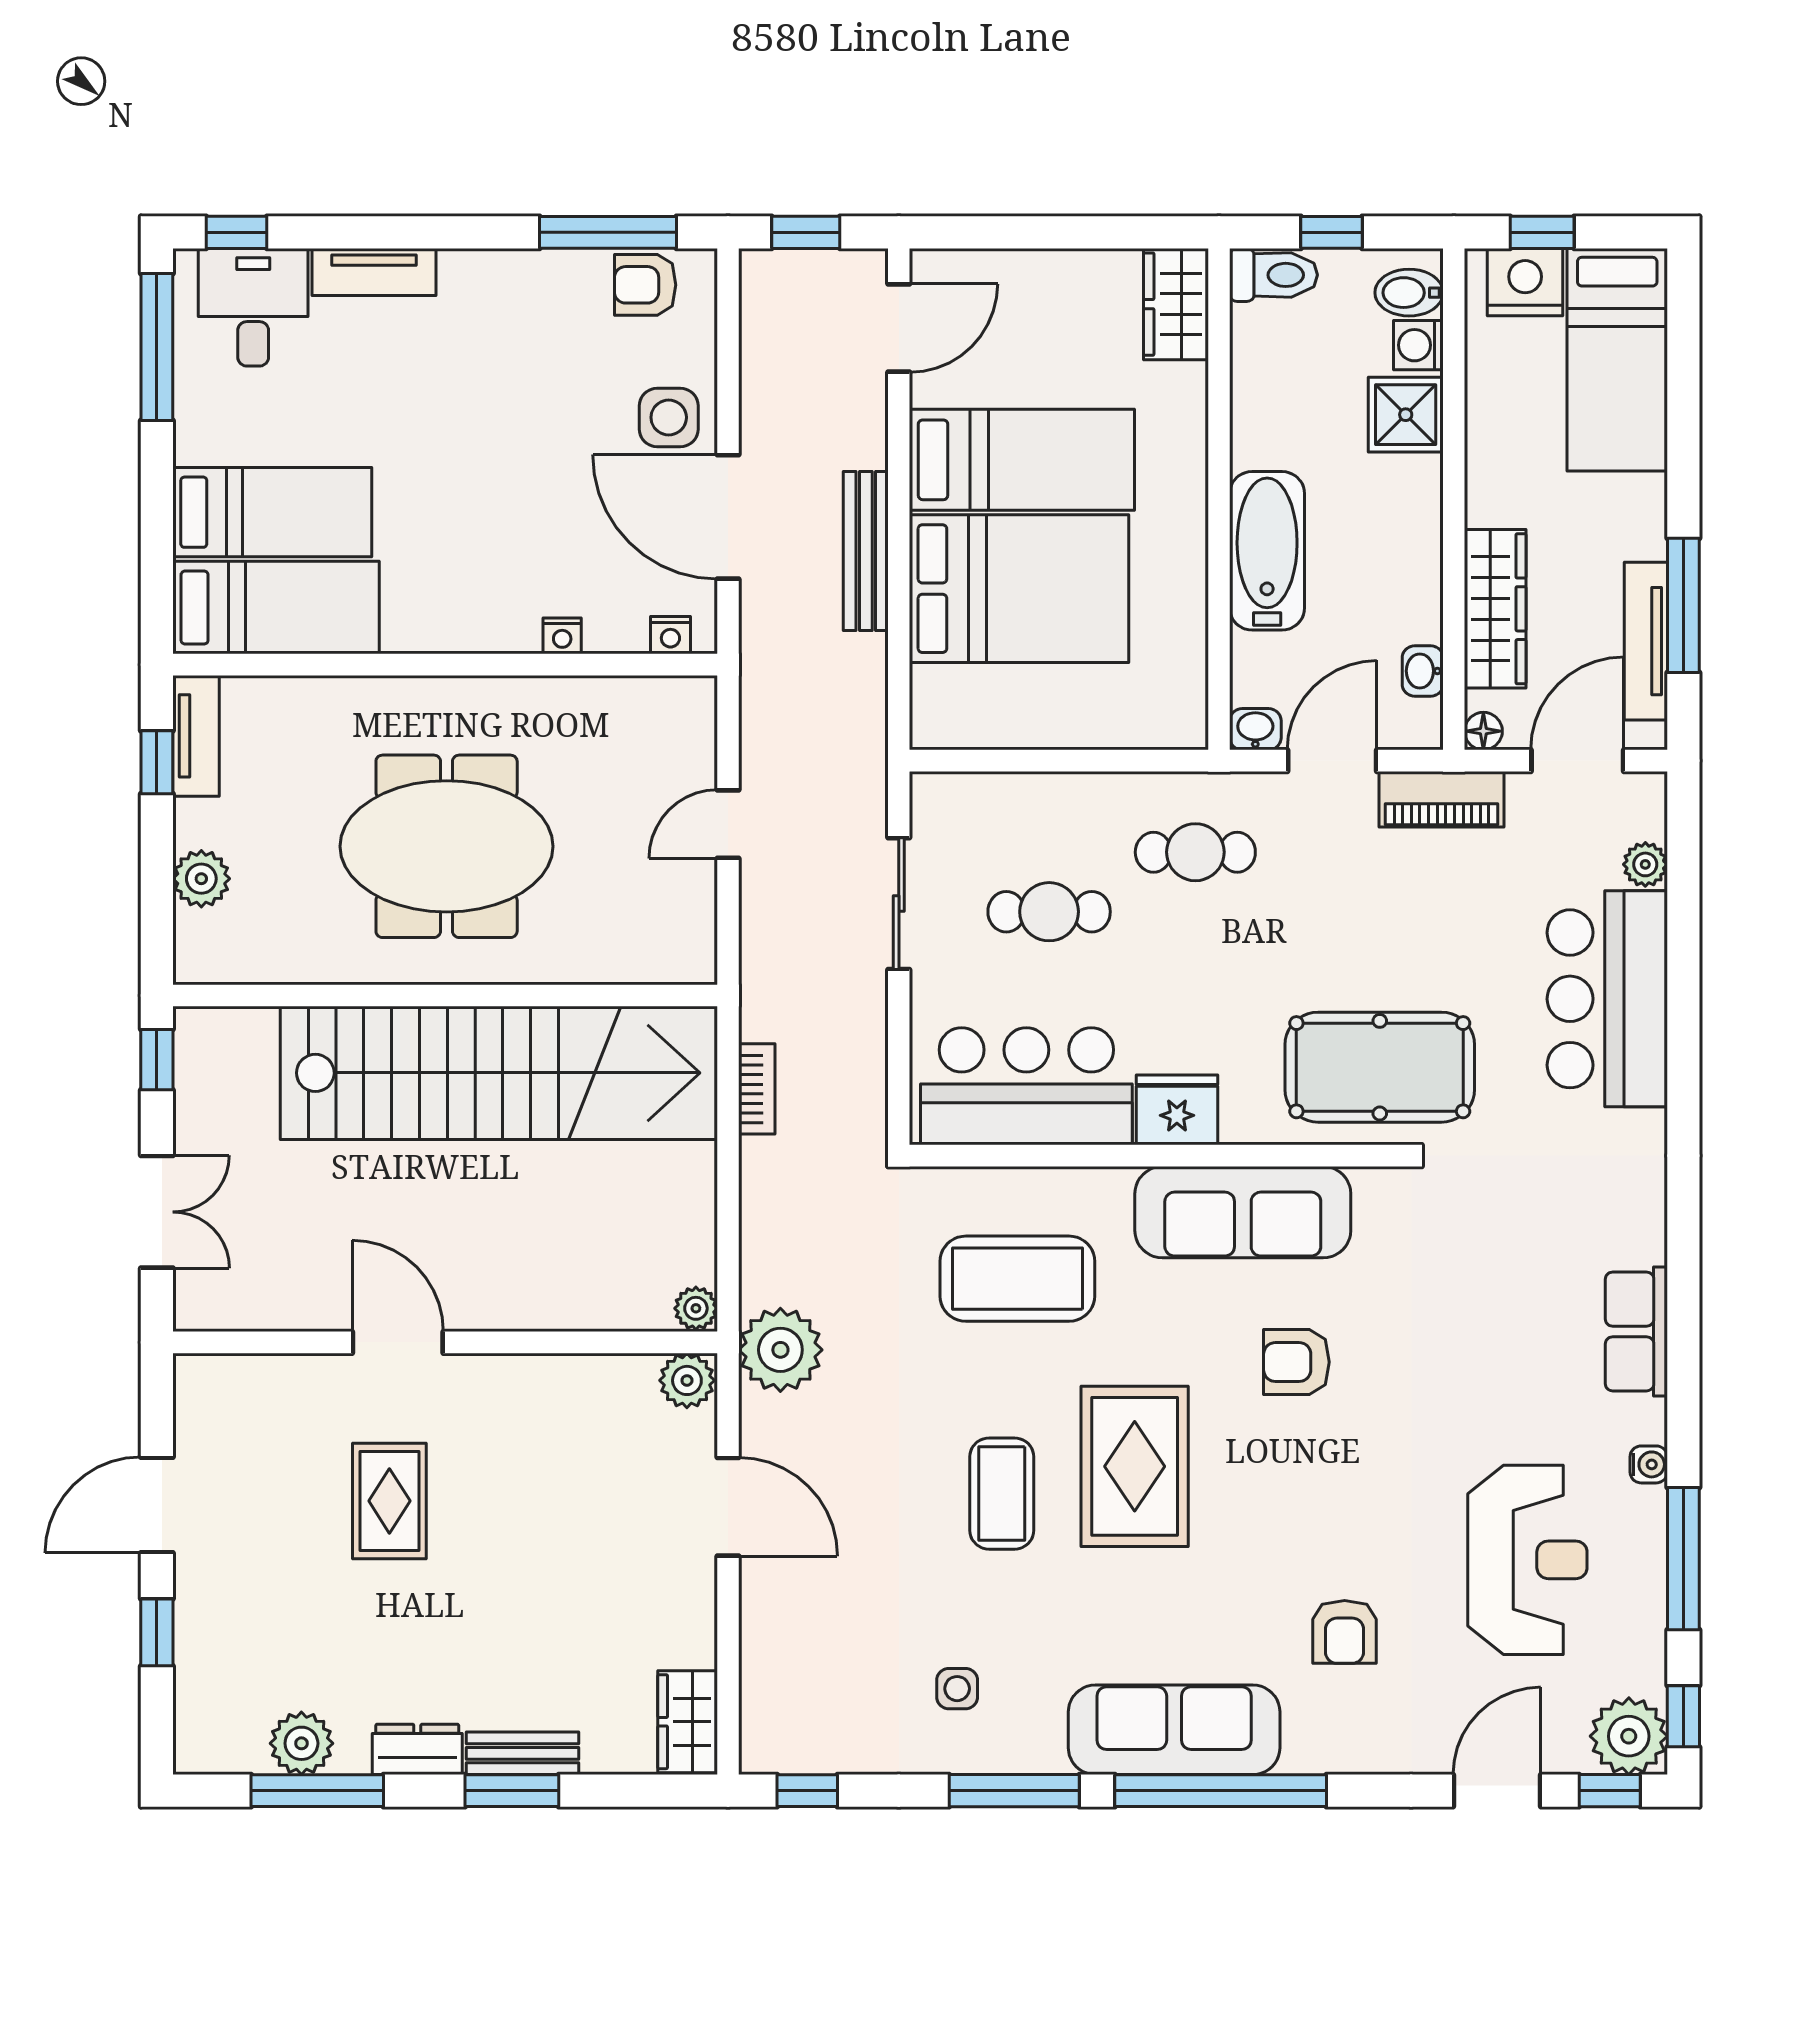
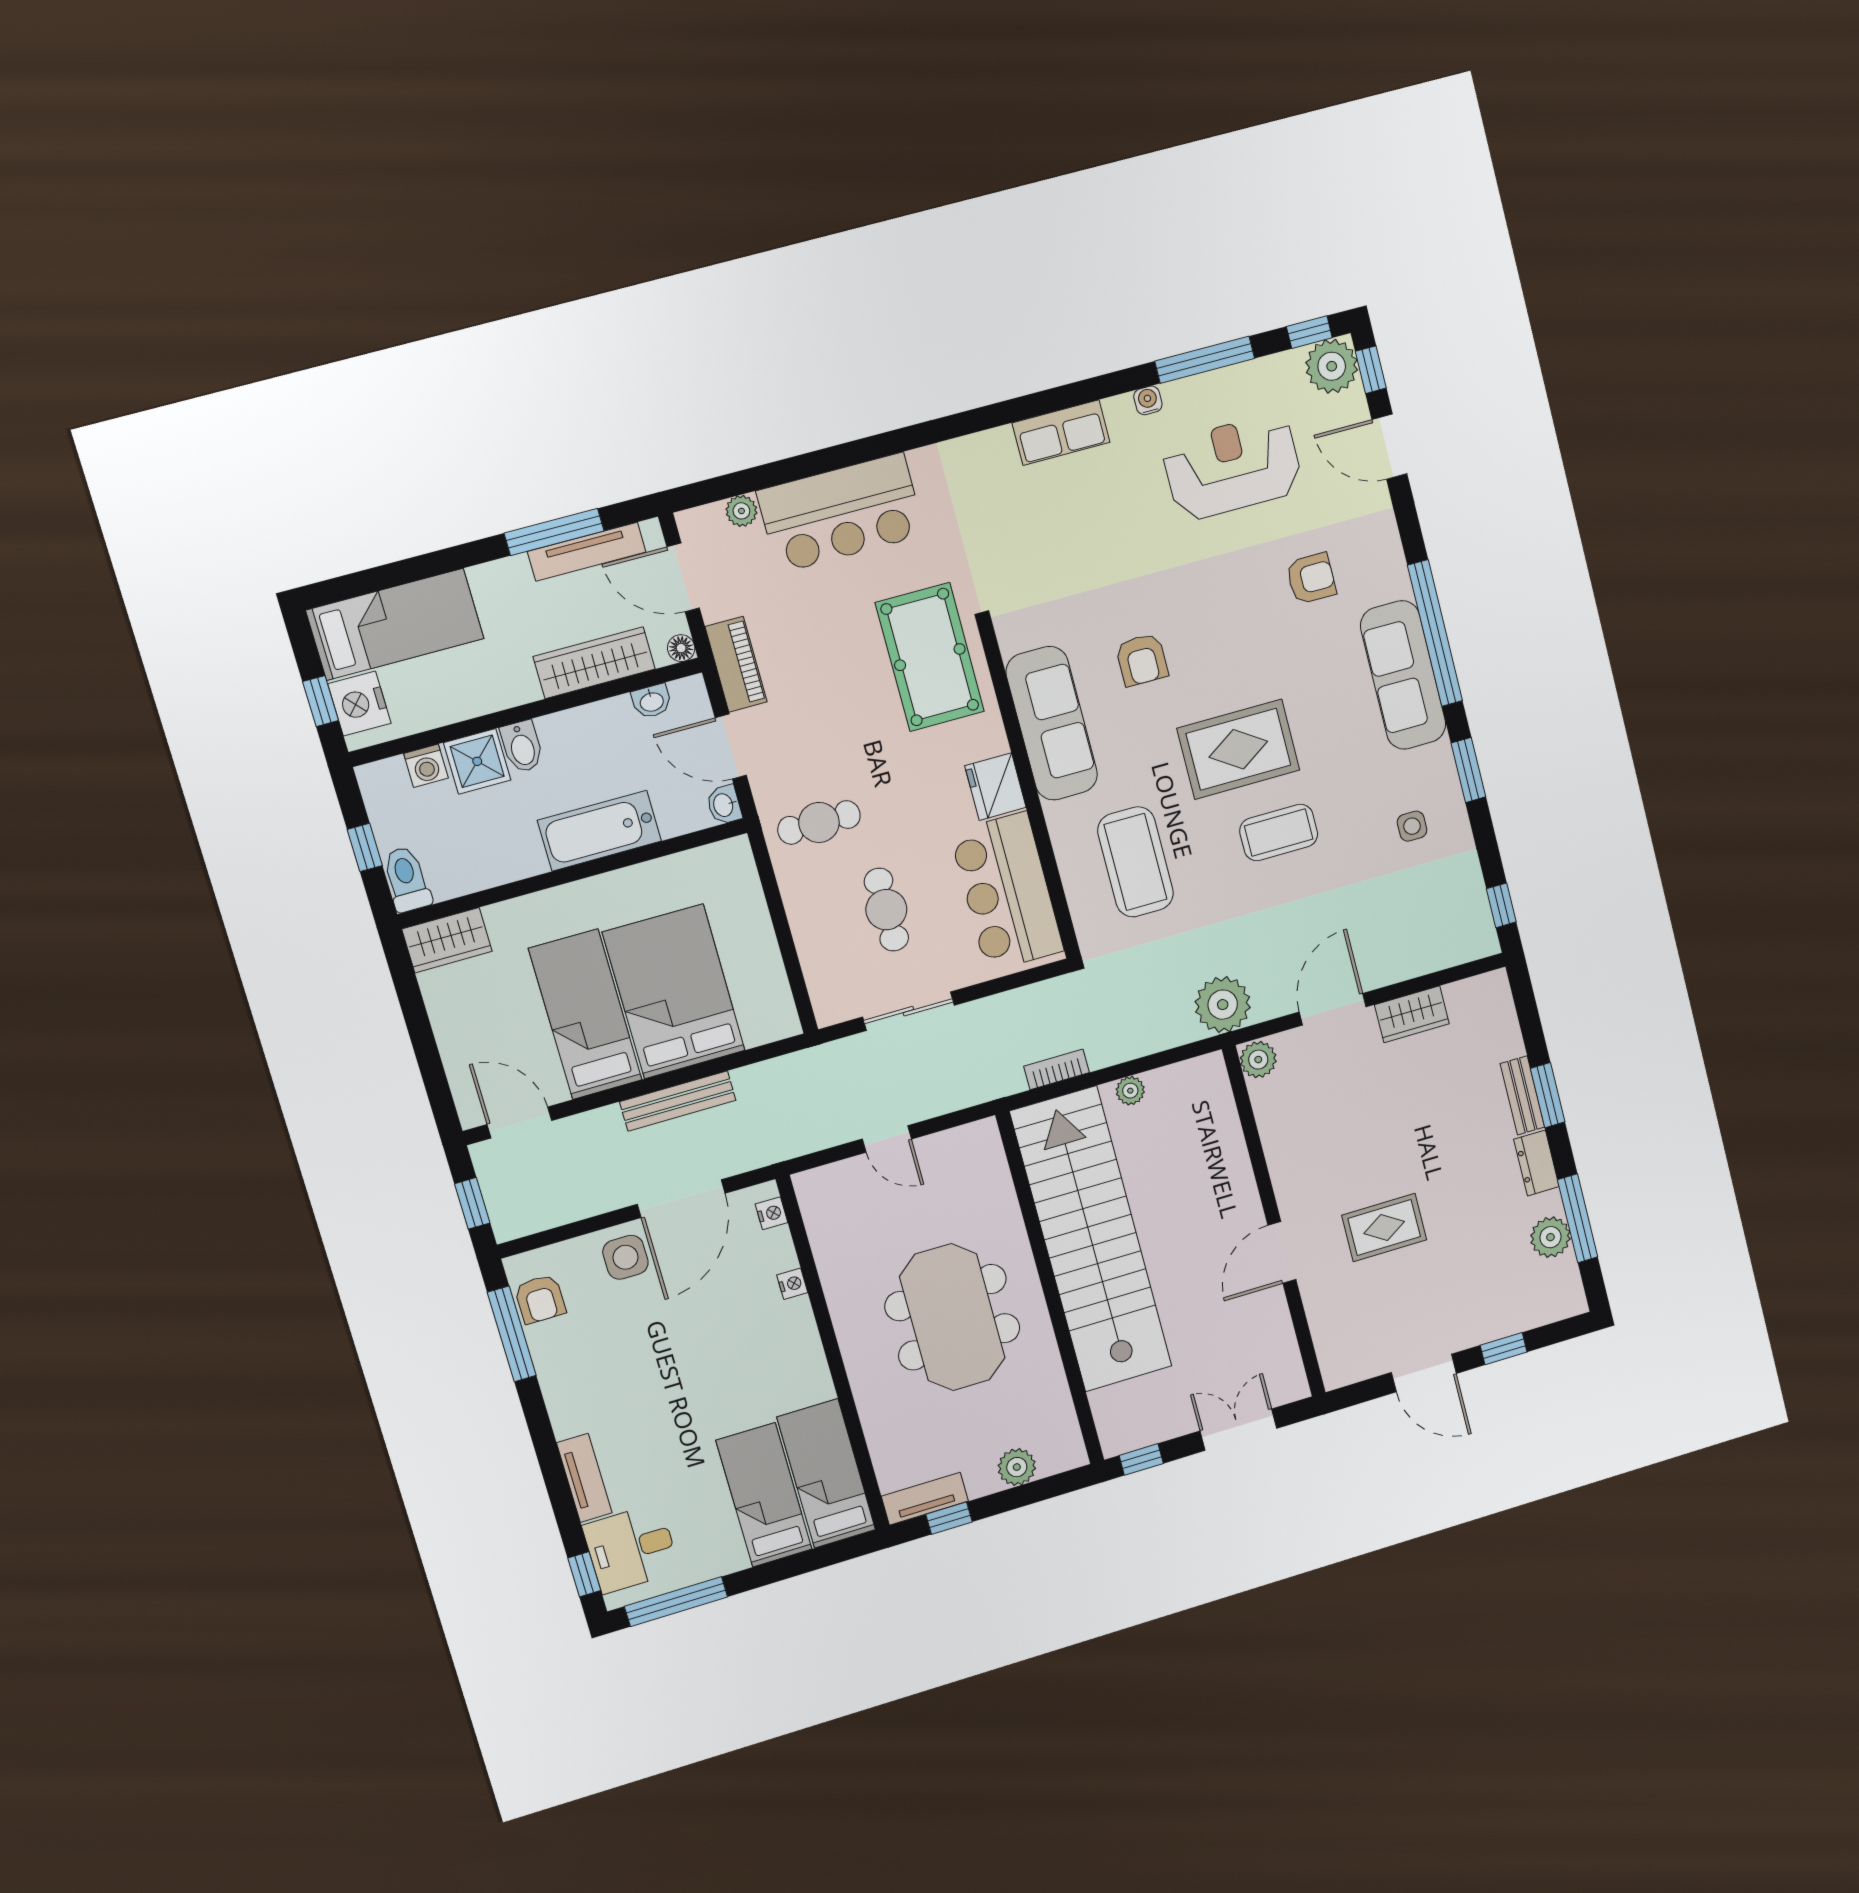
bidet: (1409, 293) -> (522, 747), moved
cafe table: (1195, 852) -> (819, 822), turned 90
plant: (696, 1308) -> (1130, 1091), moved
wardrobe: (688, 1722) -> (1412, 1014), moved
window: (1014, 1791) -> (1468, 770), width x0.69

